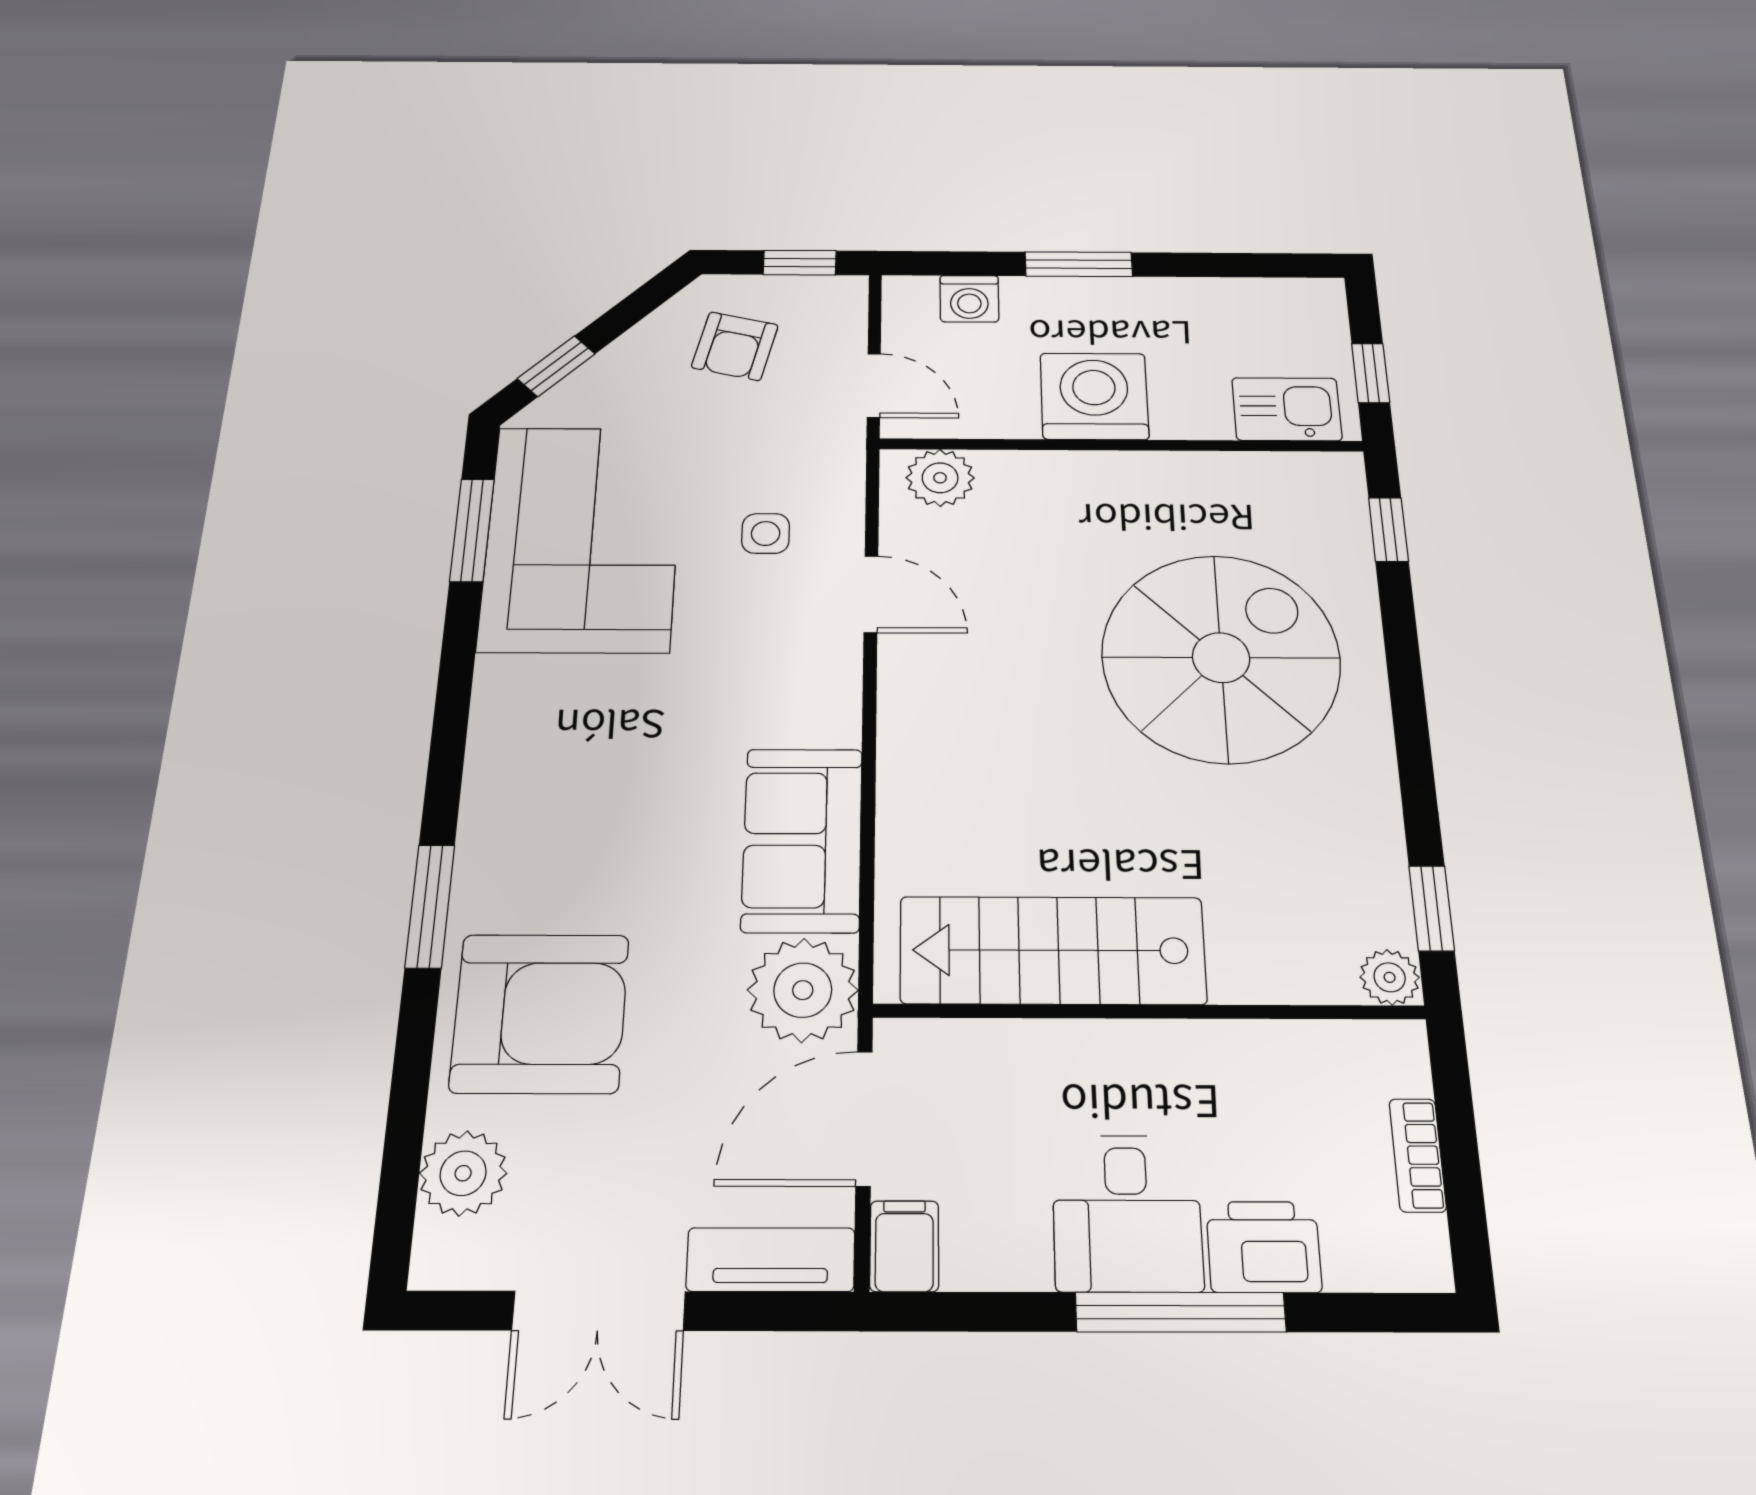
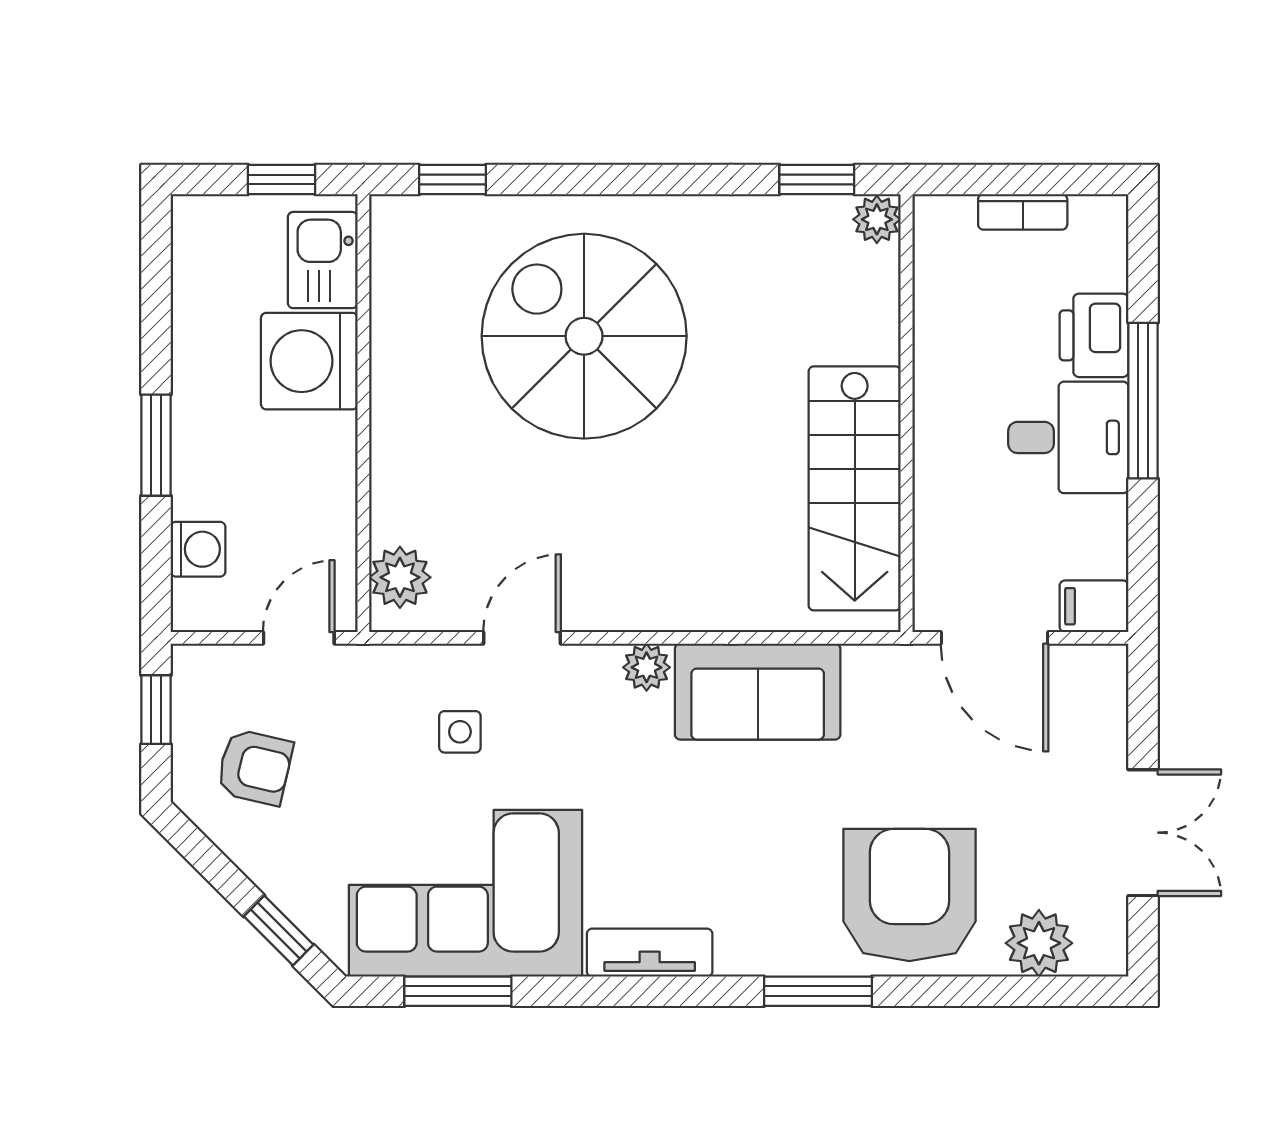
washing machine: (1094, 396) -> (309, 361), moved
plant: (803, 990) -> (647, 667), moved, width x0.53, depth x0.53
tv unit: (771, 1260) -> (650, 953), moved, turned 90

